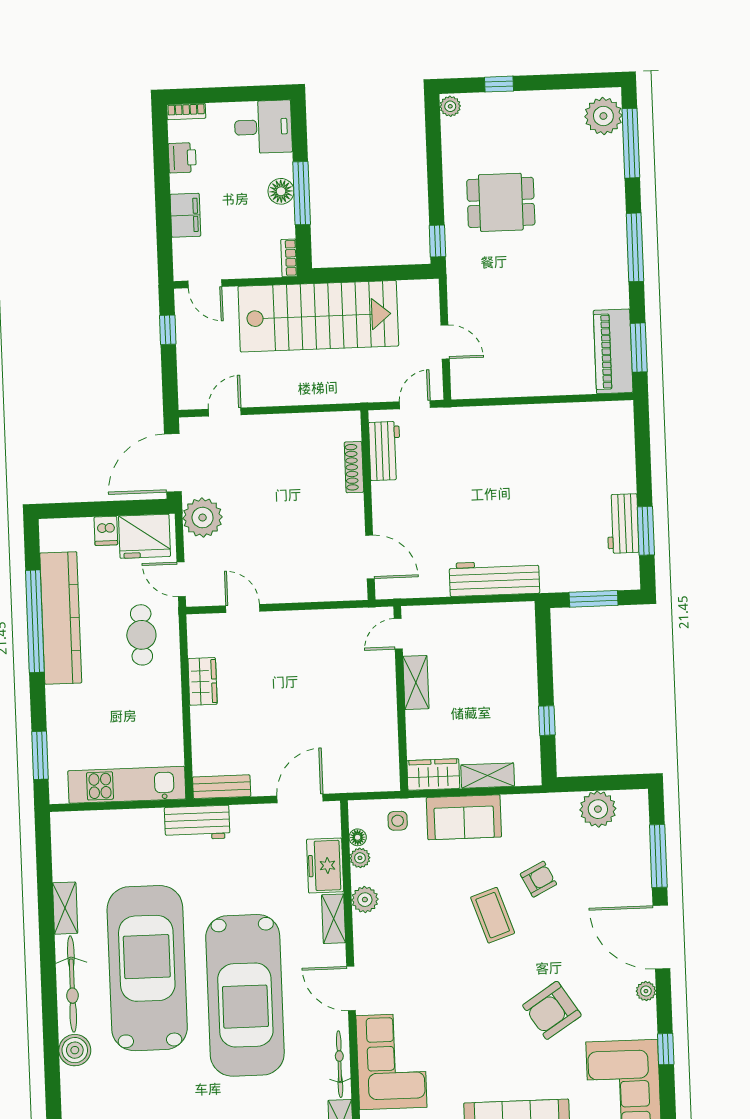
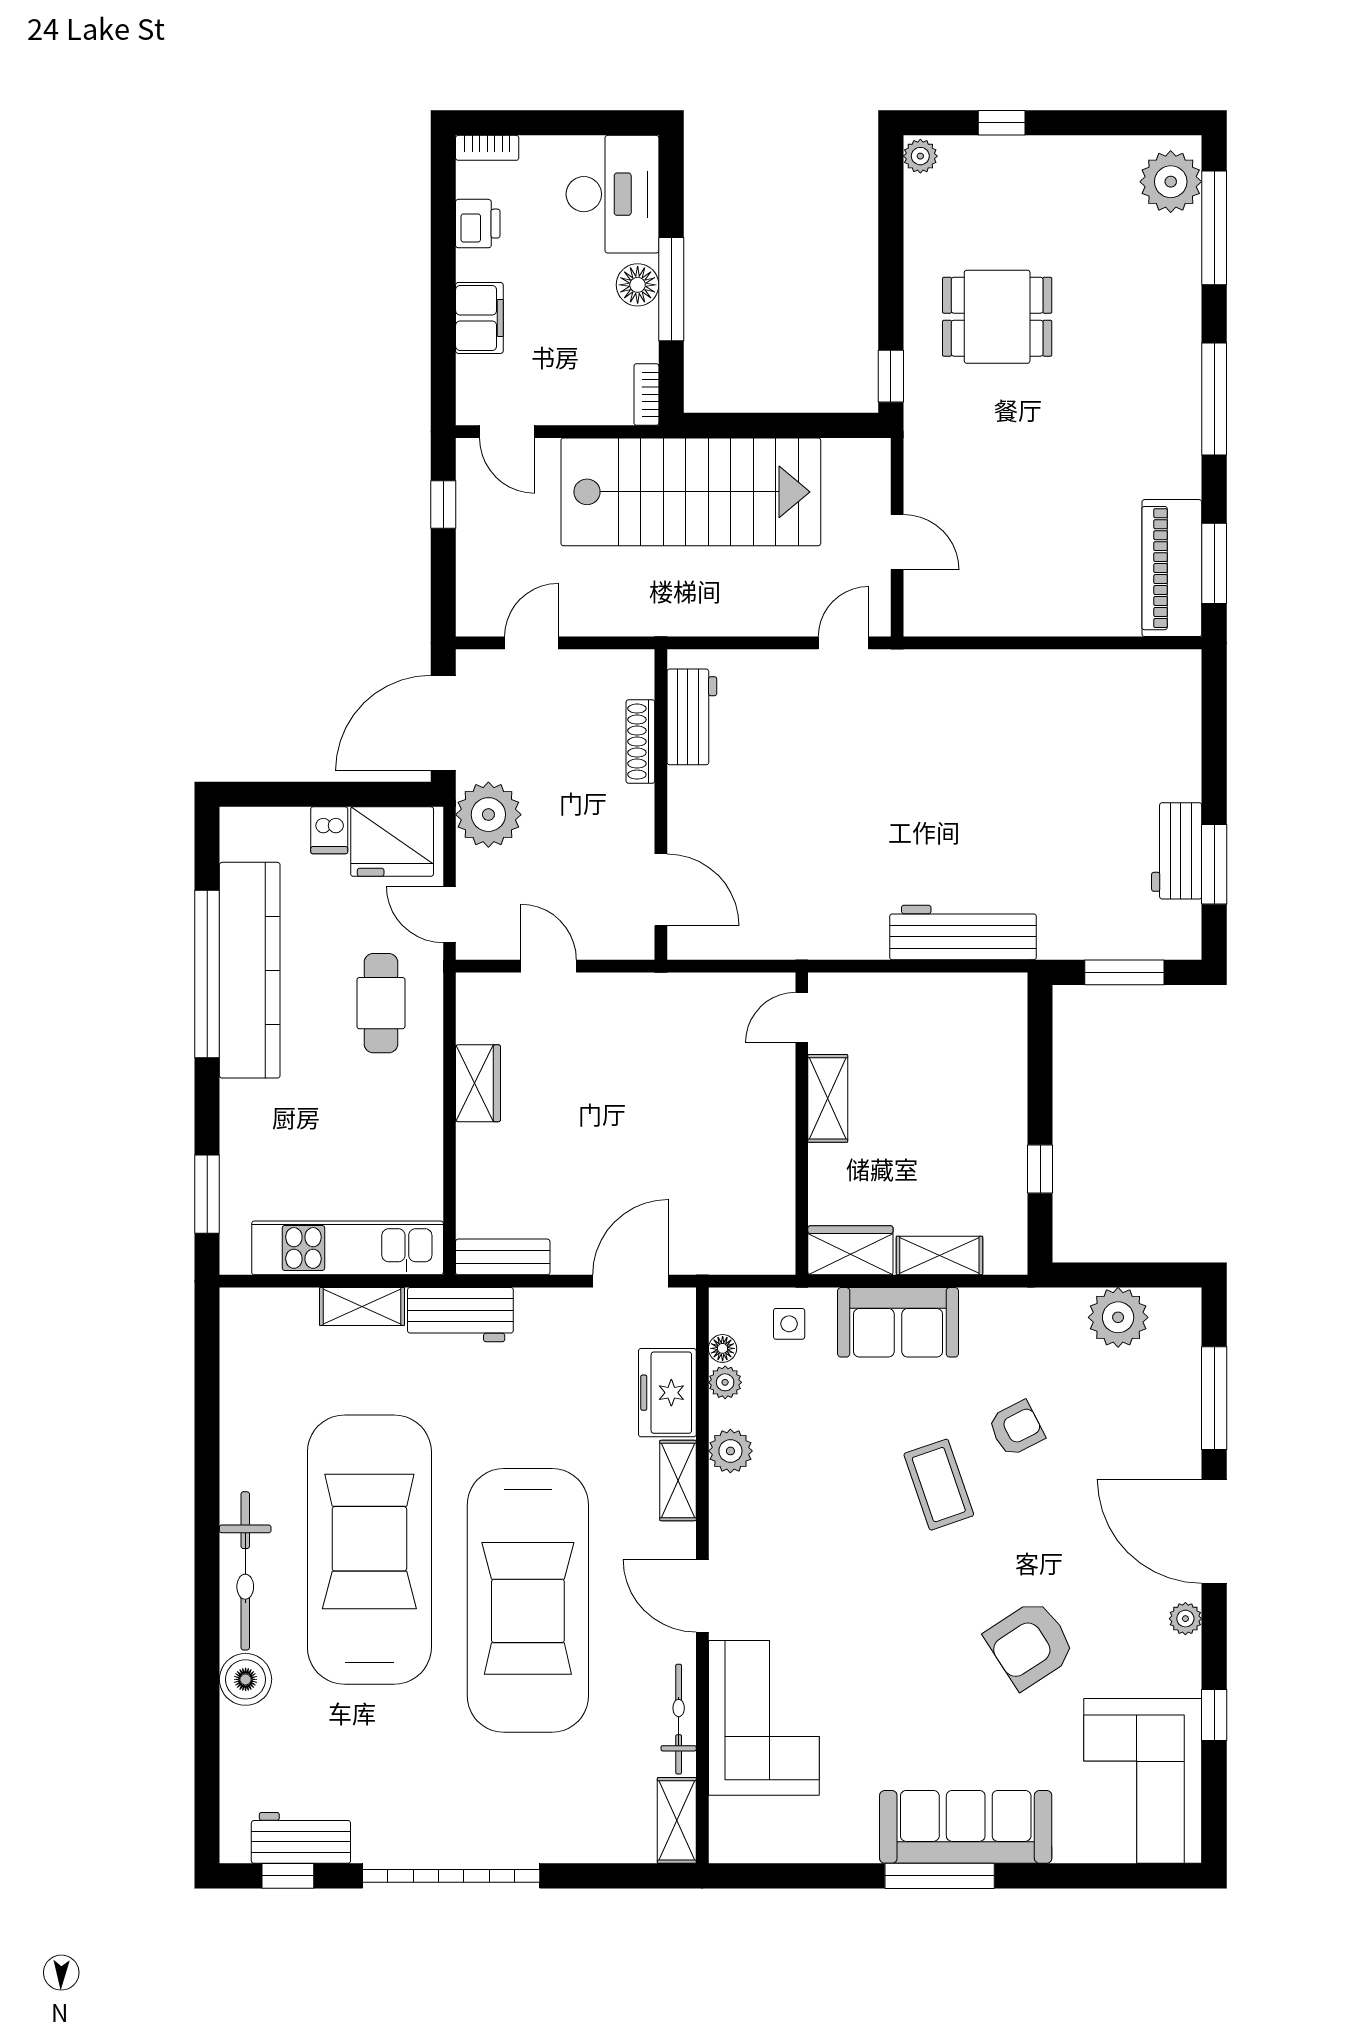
desk: (263, 127) -> (612, 194), width x1.37
workbench: (385, 451) -> (692, 717), moved
shoe rack: (354, 467) -> (640, 742), moved
wall: (368, 505) -> (661, 805), moved
door: (370, 557) -> (661, 890), moved
shelving: (65, 908) -> (362, 1306), moved, turned 90

